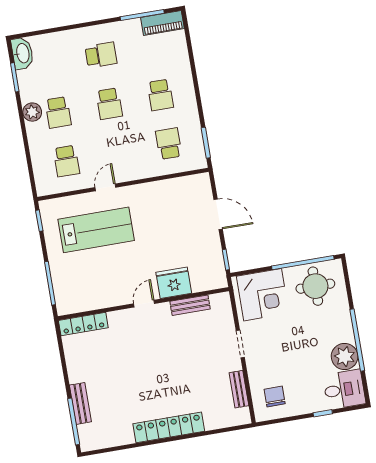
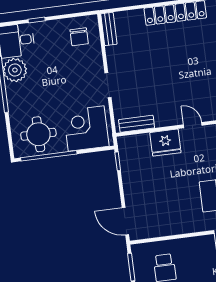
door: (218, 214) -> (125, 221), moved
door: (144, 304) -> (193, 125), swing flipped
bench: (190, 305) -> (137, 124), moved
bench: (239, 389) -> (109, 29), moved

